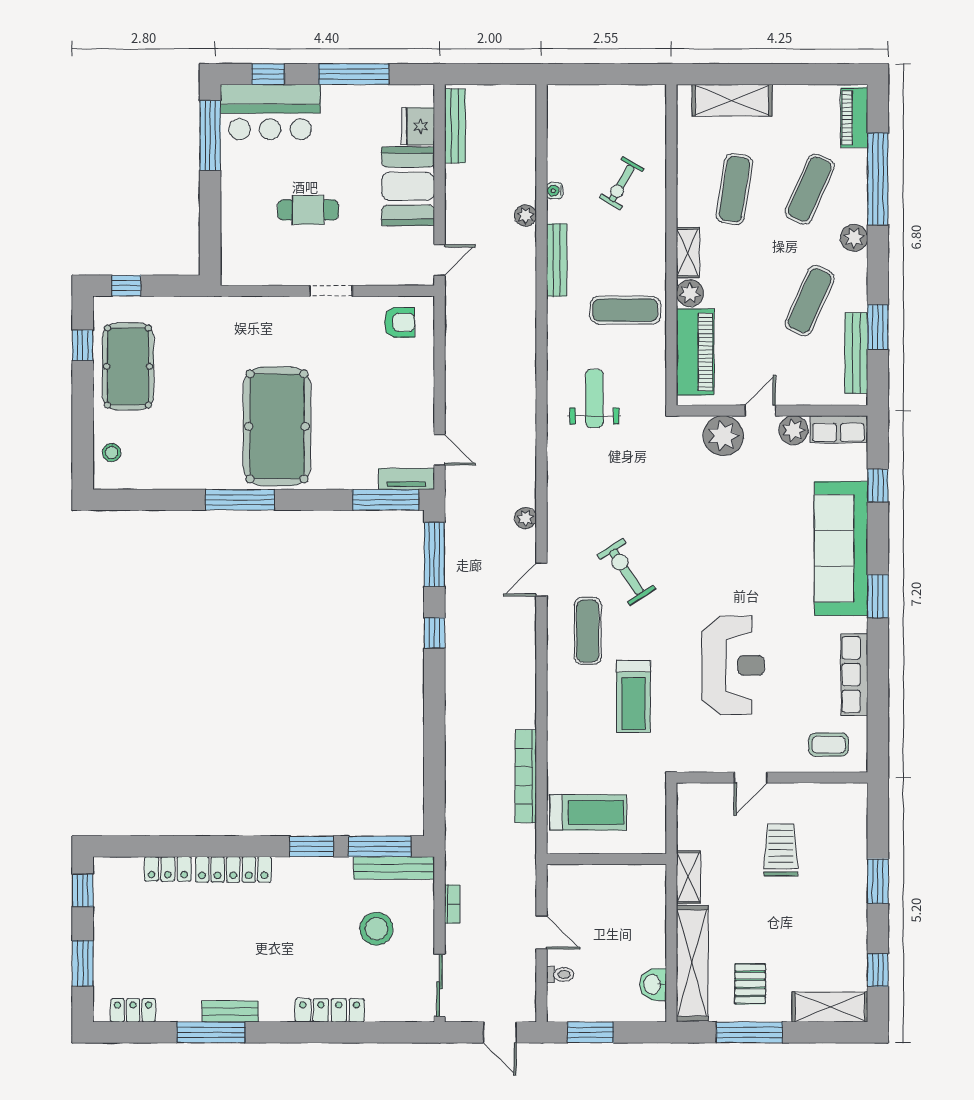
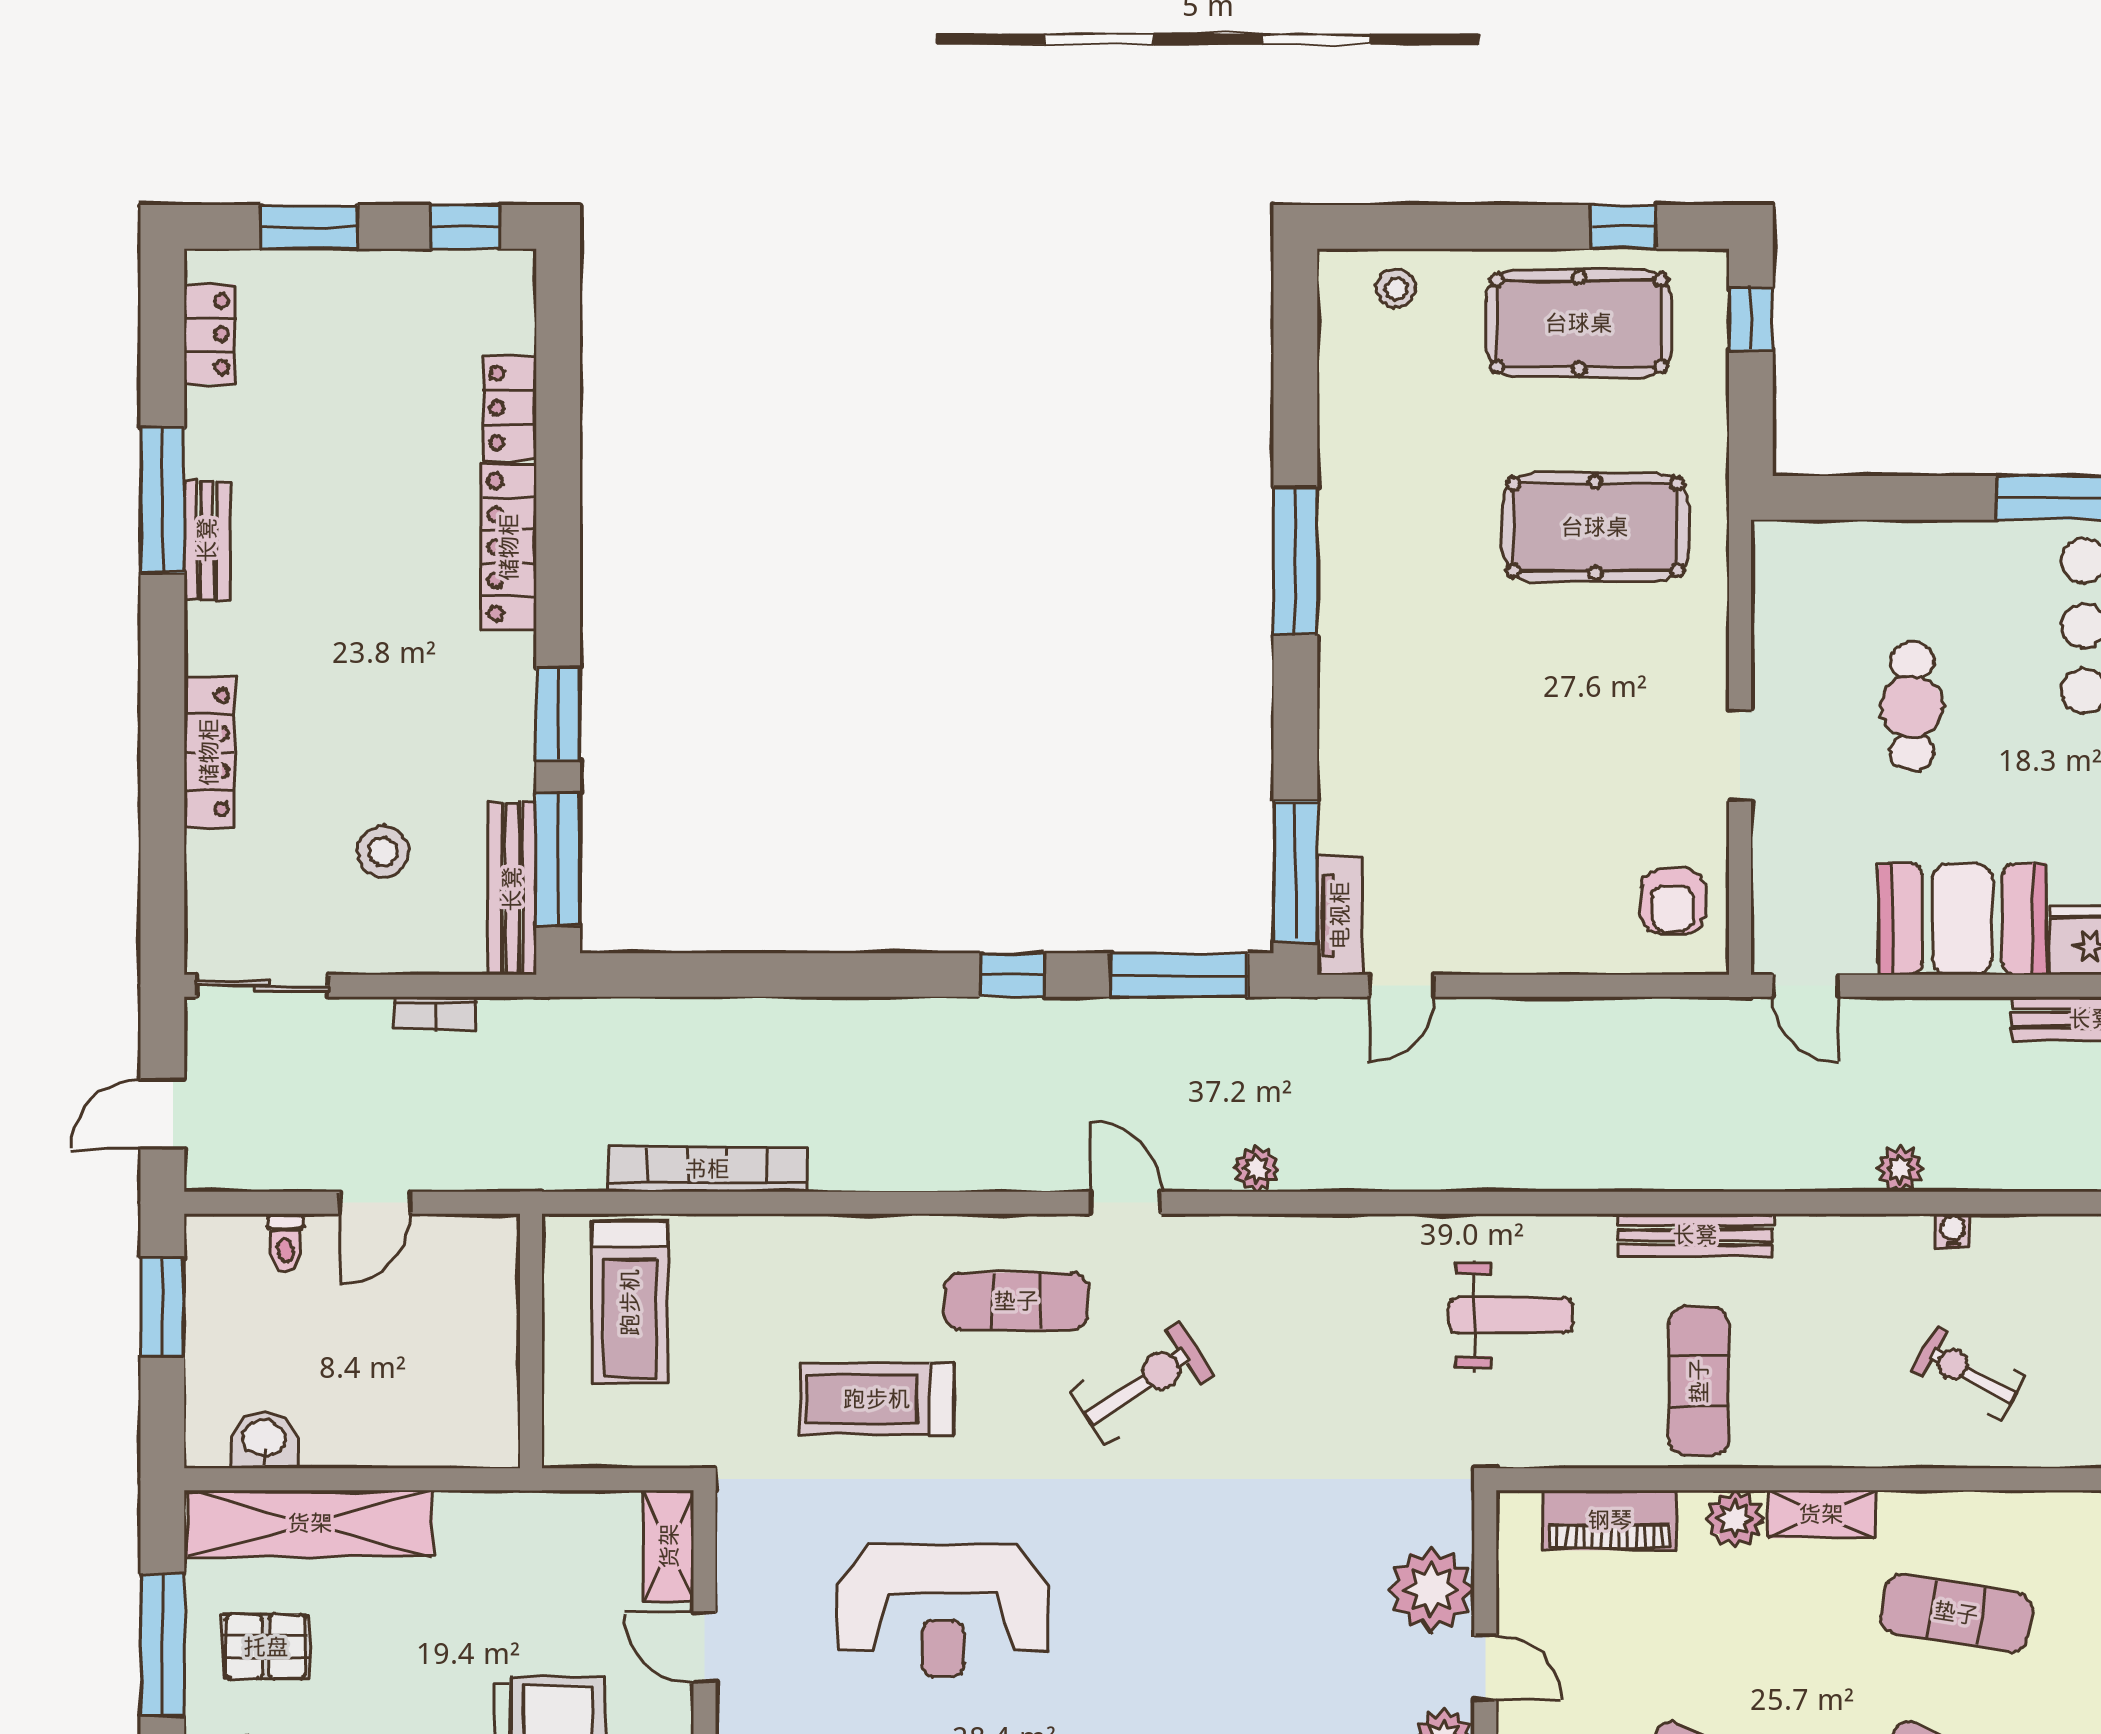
bench: (557, 260) -> (1695, 1235), moved
piano: (695, 352) -> (1610, 1520), width x0.73, depth x0.75
pool table: (277, 426) -> (1595, 527), moved, width x0.73, depth x0.76
shelving: (688, 877) -> (669, 1546), moved, turned 90
stool: (376, 929) -> (383, 852), width x0.73, depth x0.73

